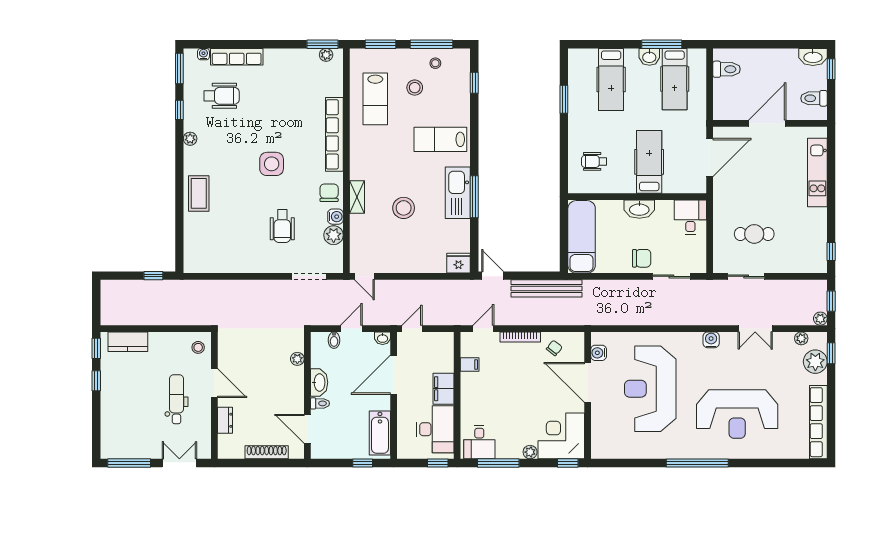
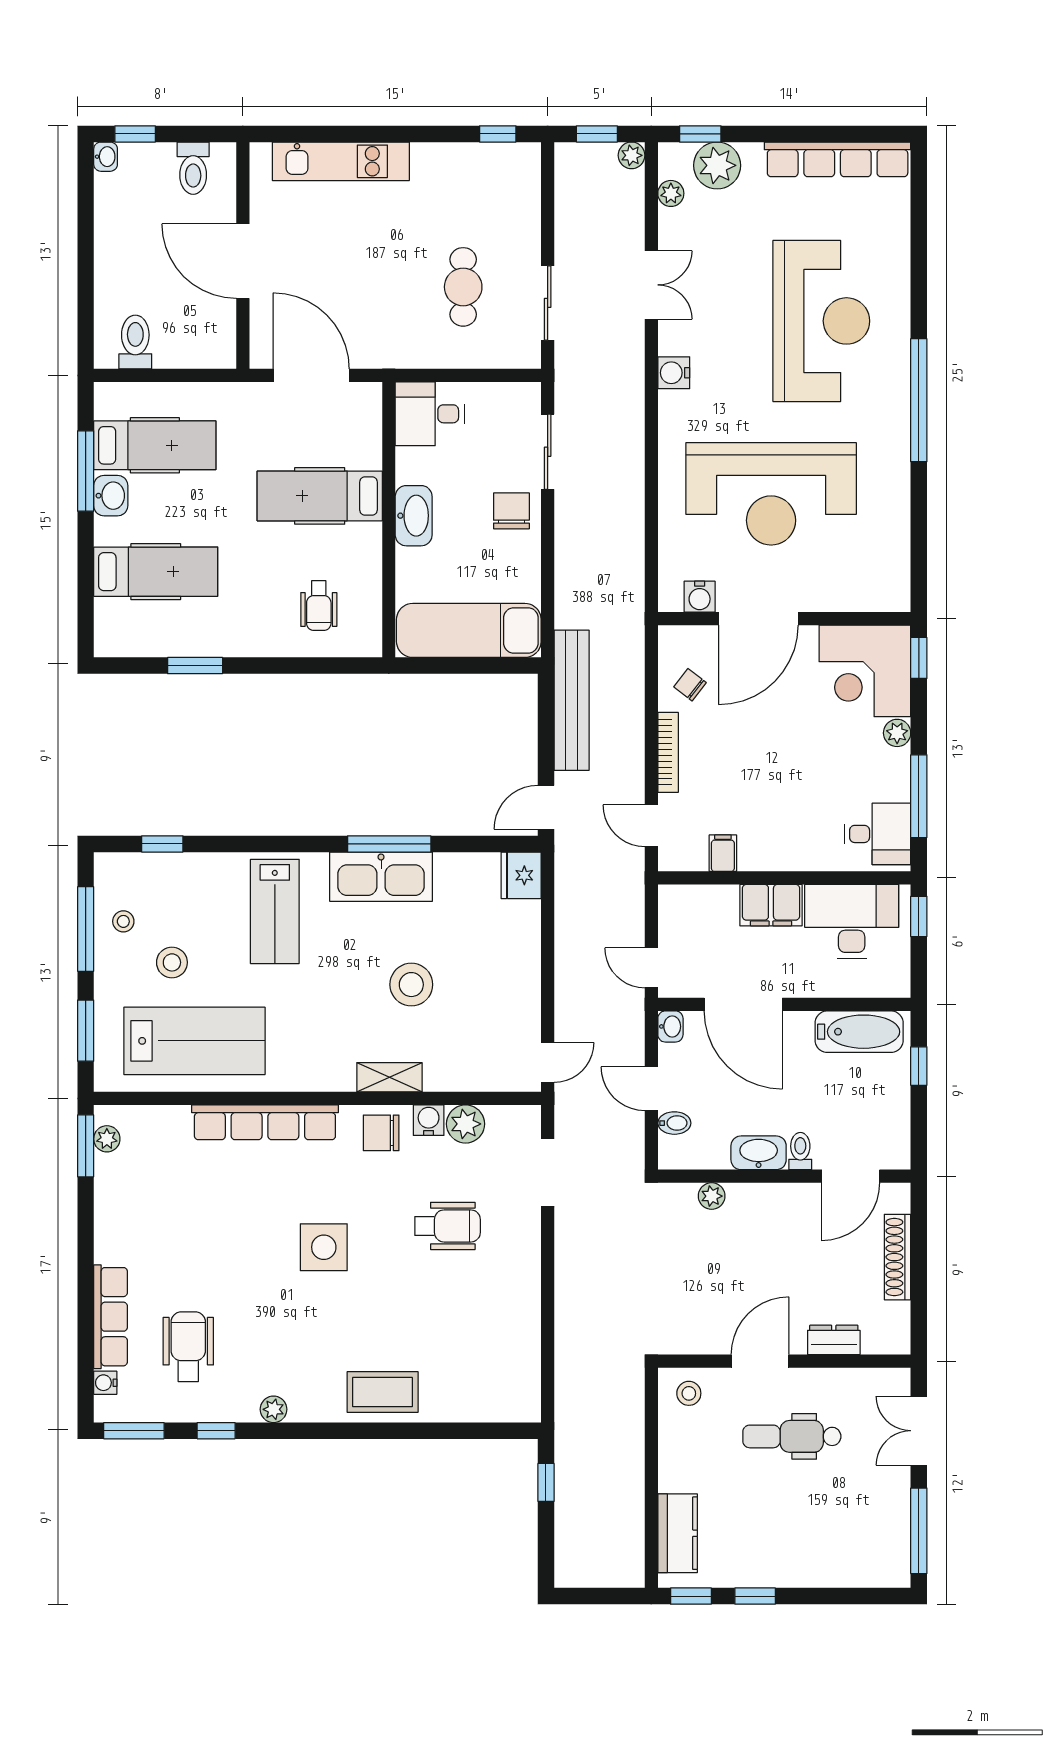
washbasin: (813, 57) -> (106, 157), width x0.52, depth x0.69
lab bench: (375, 99) -> (194, 1041), width x1.36, depth x1.39

